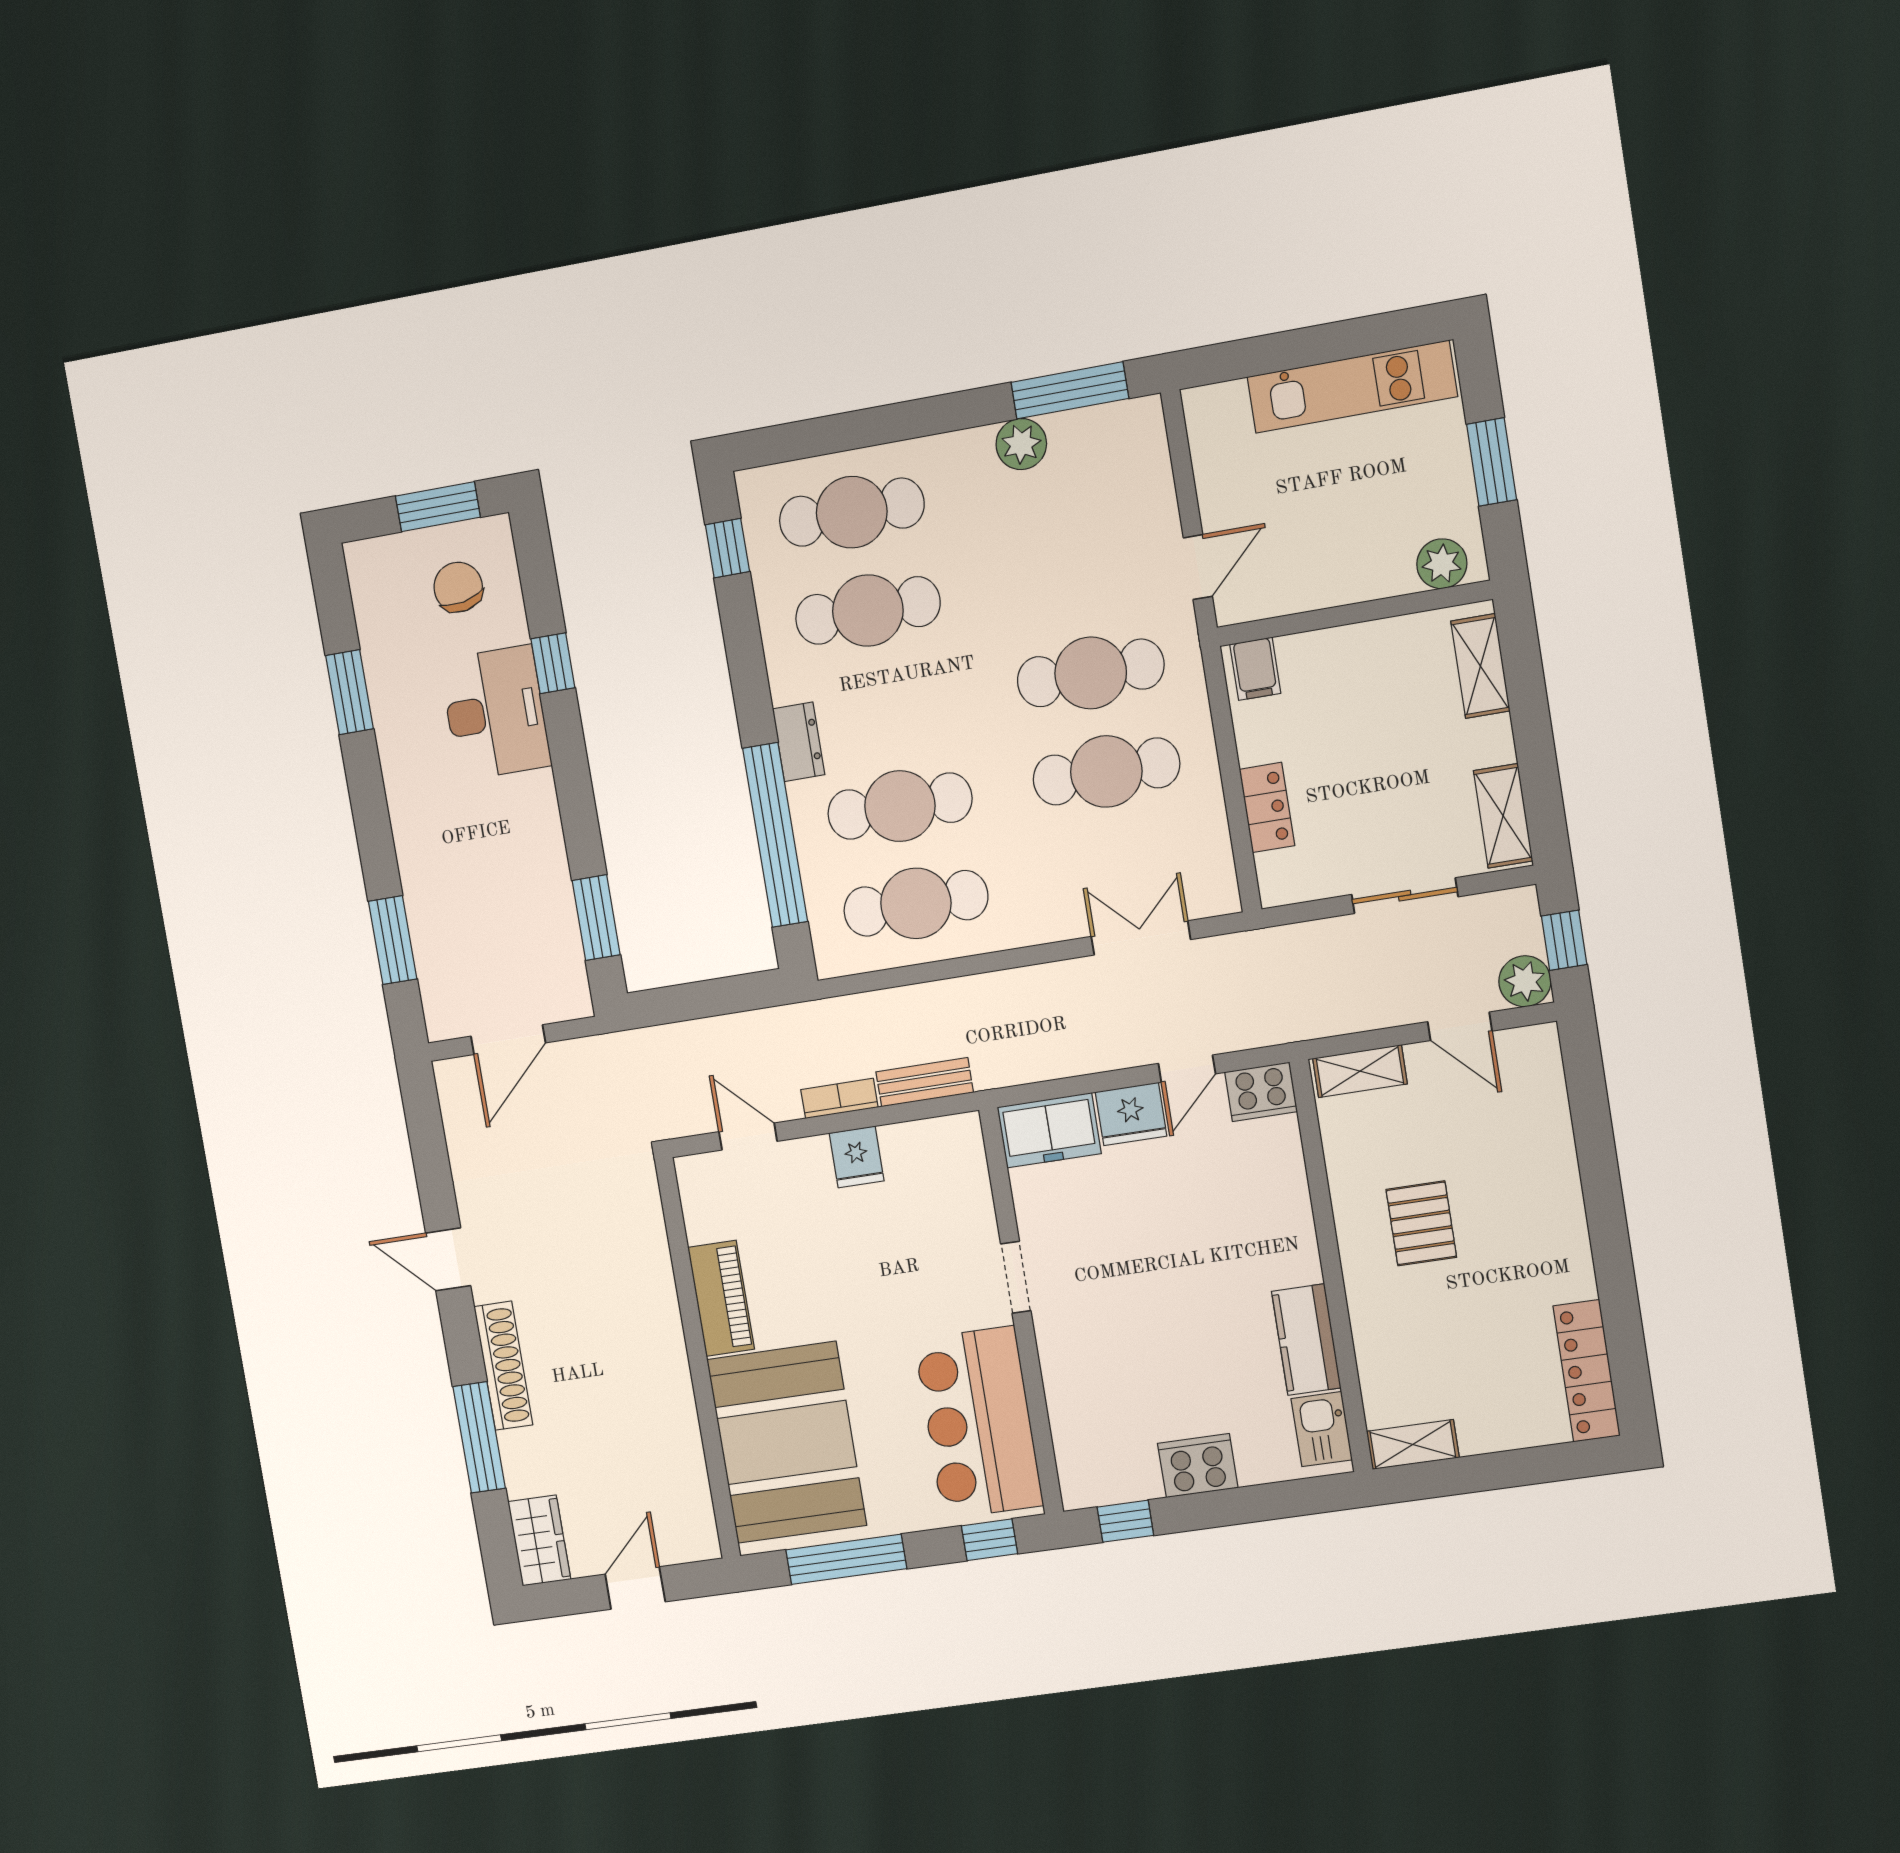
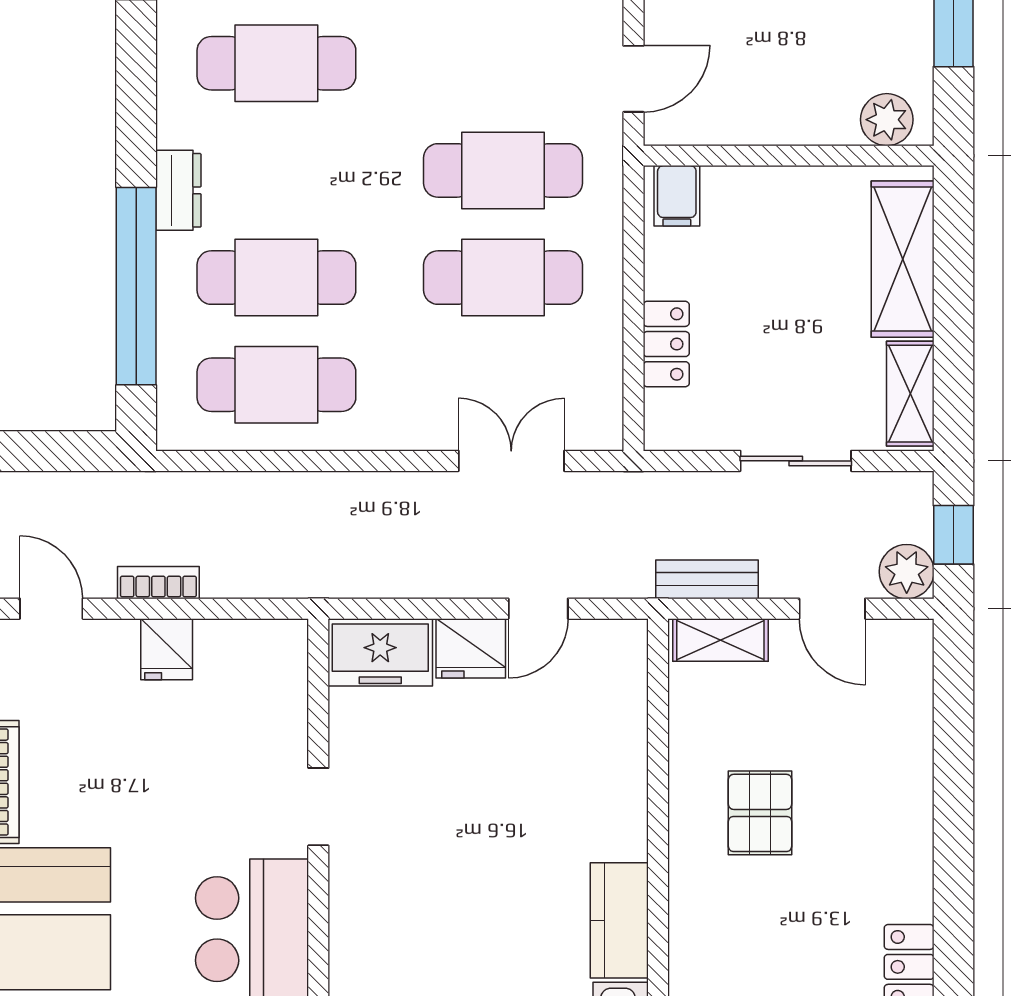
shelving: (1480, 666) -> (903, 259), width x1.50, depth x1.33
bench: (925, 1082) -> (707, 579), moved
cooker: (1261, 1092) -> (613, 646), removed

